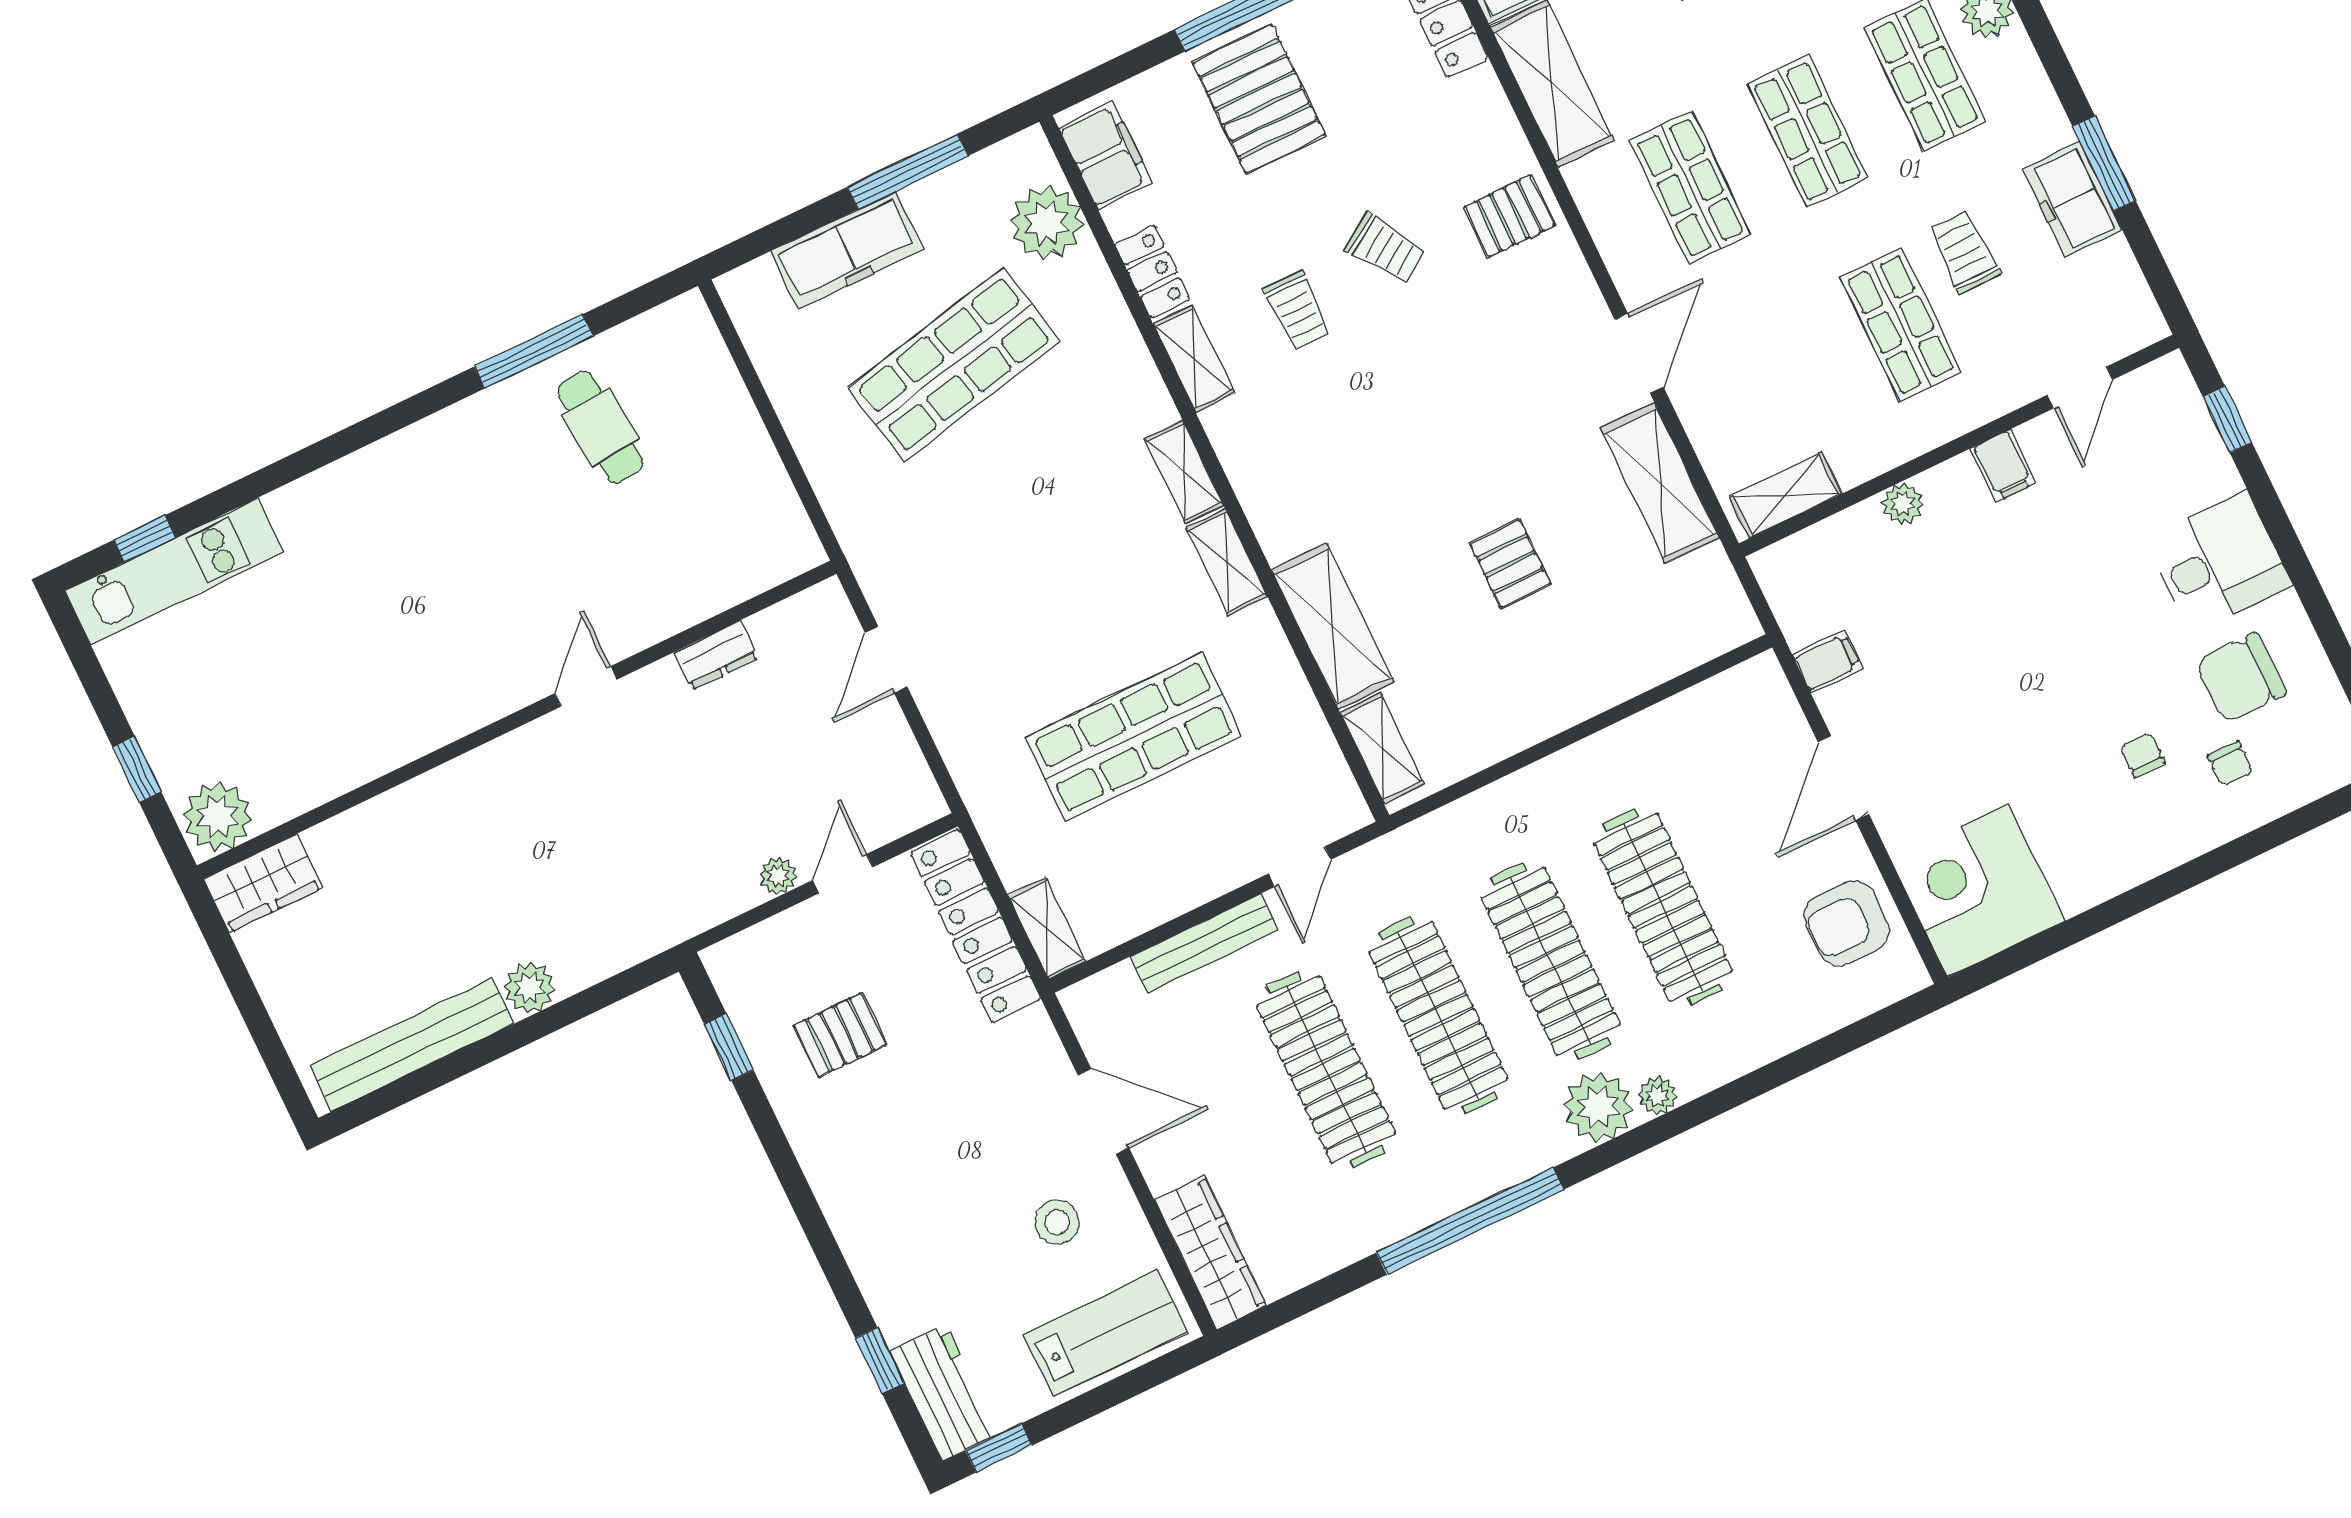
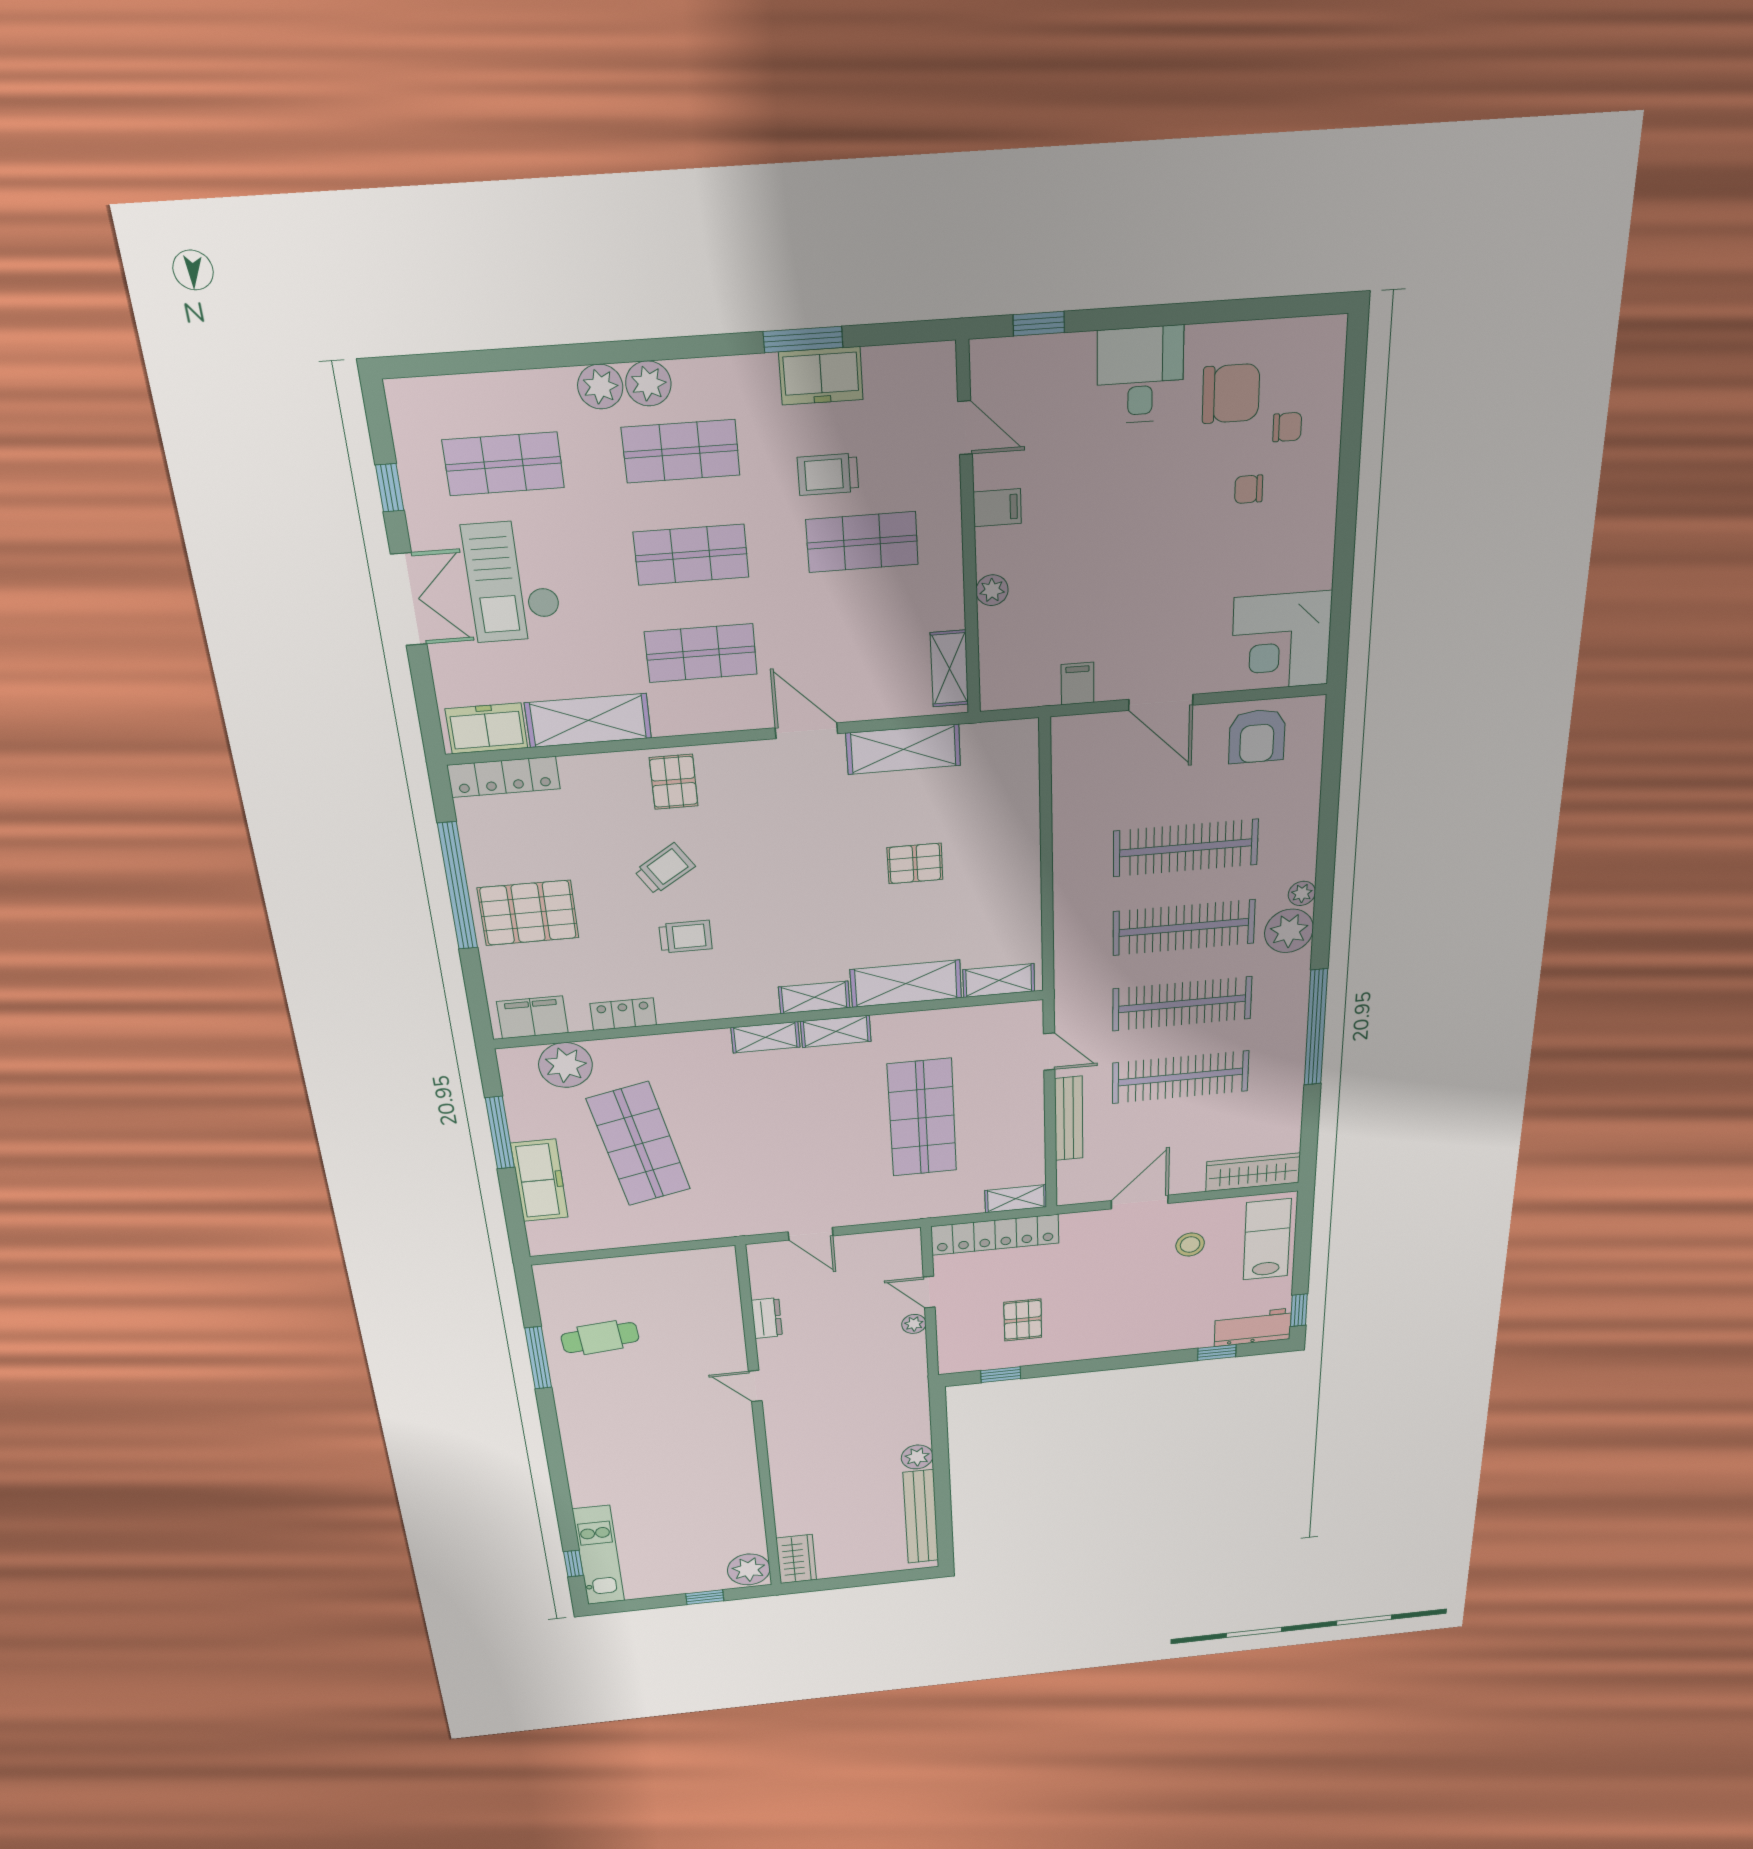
shelving: (1194, 359) -> (814, 997), moved
chair: (2241, 678) -> (1231, 394), turned -90

